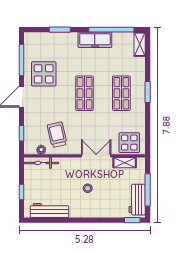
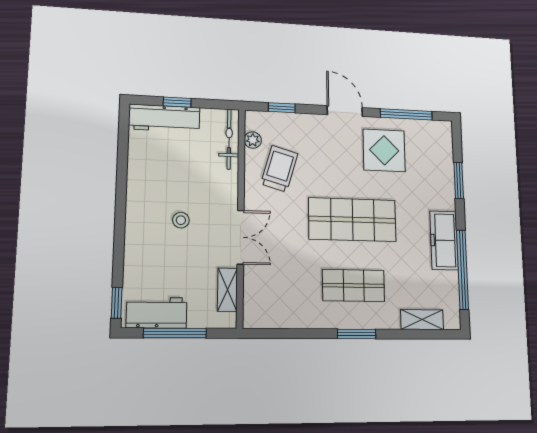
shelving: (140, 44) -> (422, 320), moved
shop shelf: (85, 93) -> (352, 220), width x1.43, depth x1.36
trolley: (57, 135) -> (279, 169), turned -61
display table: (129, 143) -> (265, 299), removed
workbench: (49, 211) -> (164, 118), moved, turned 90

